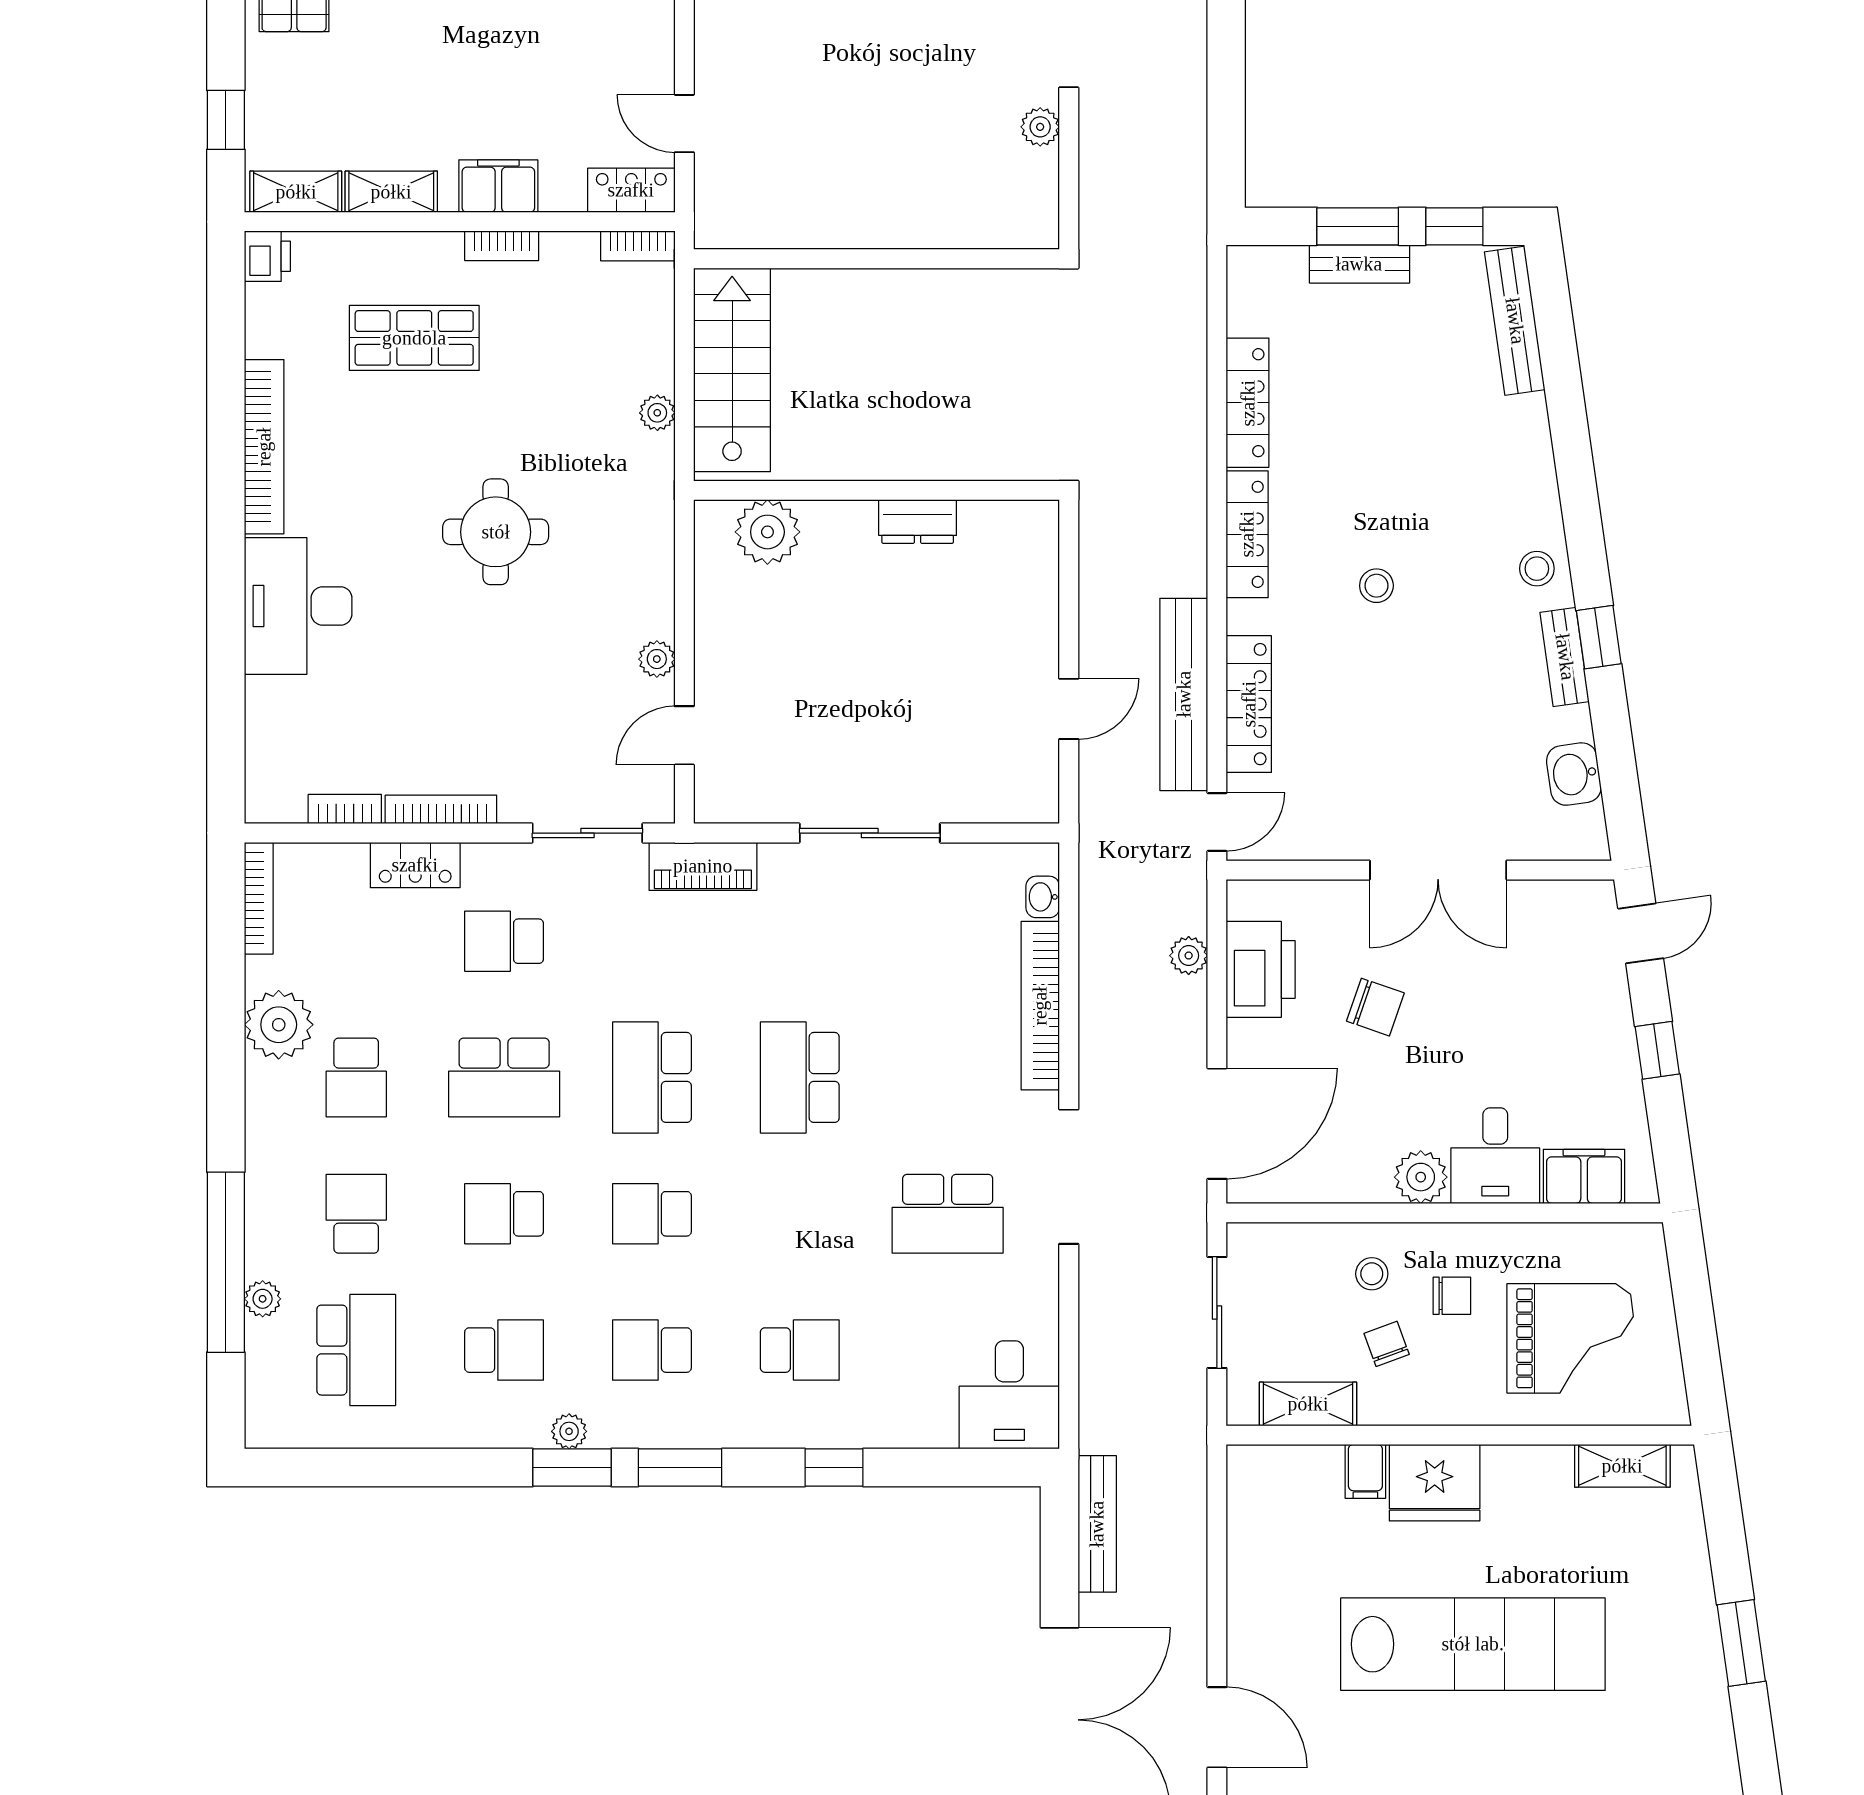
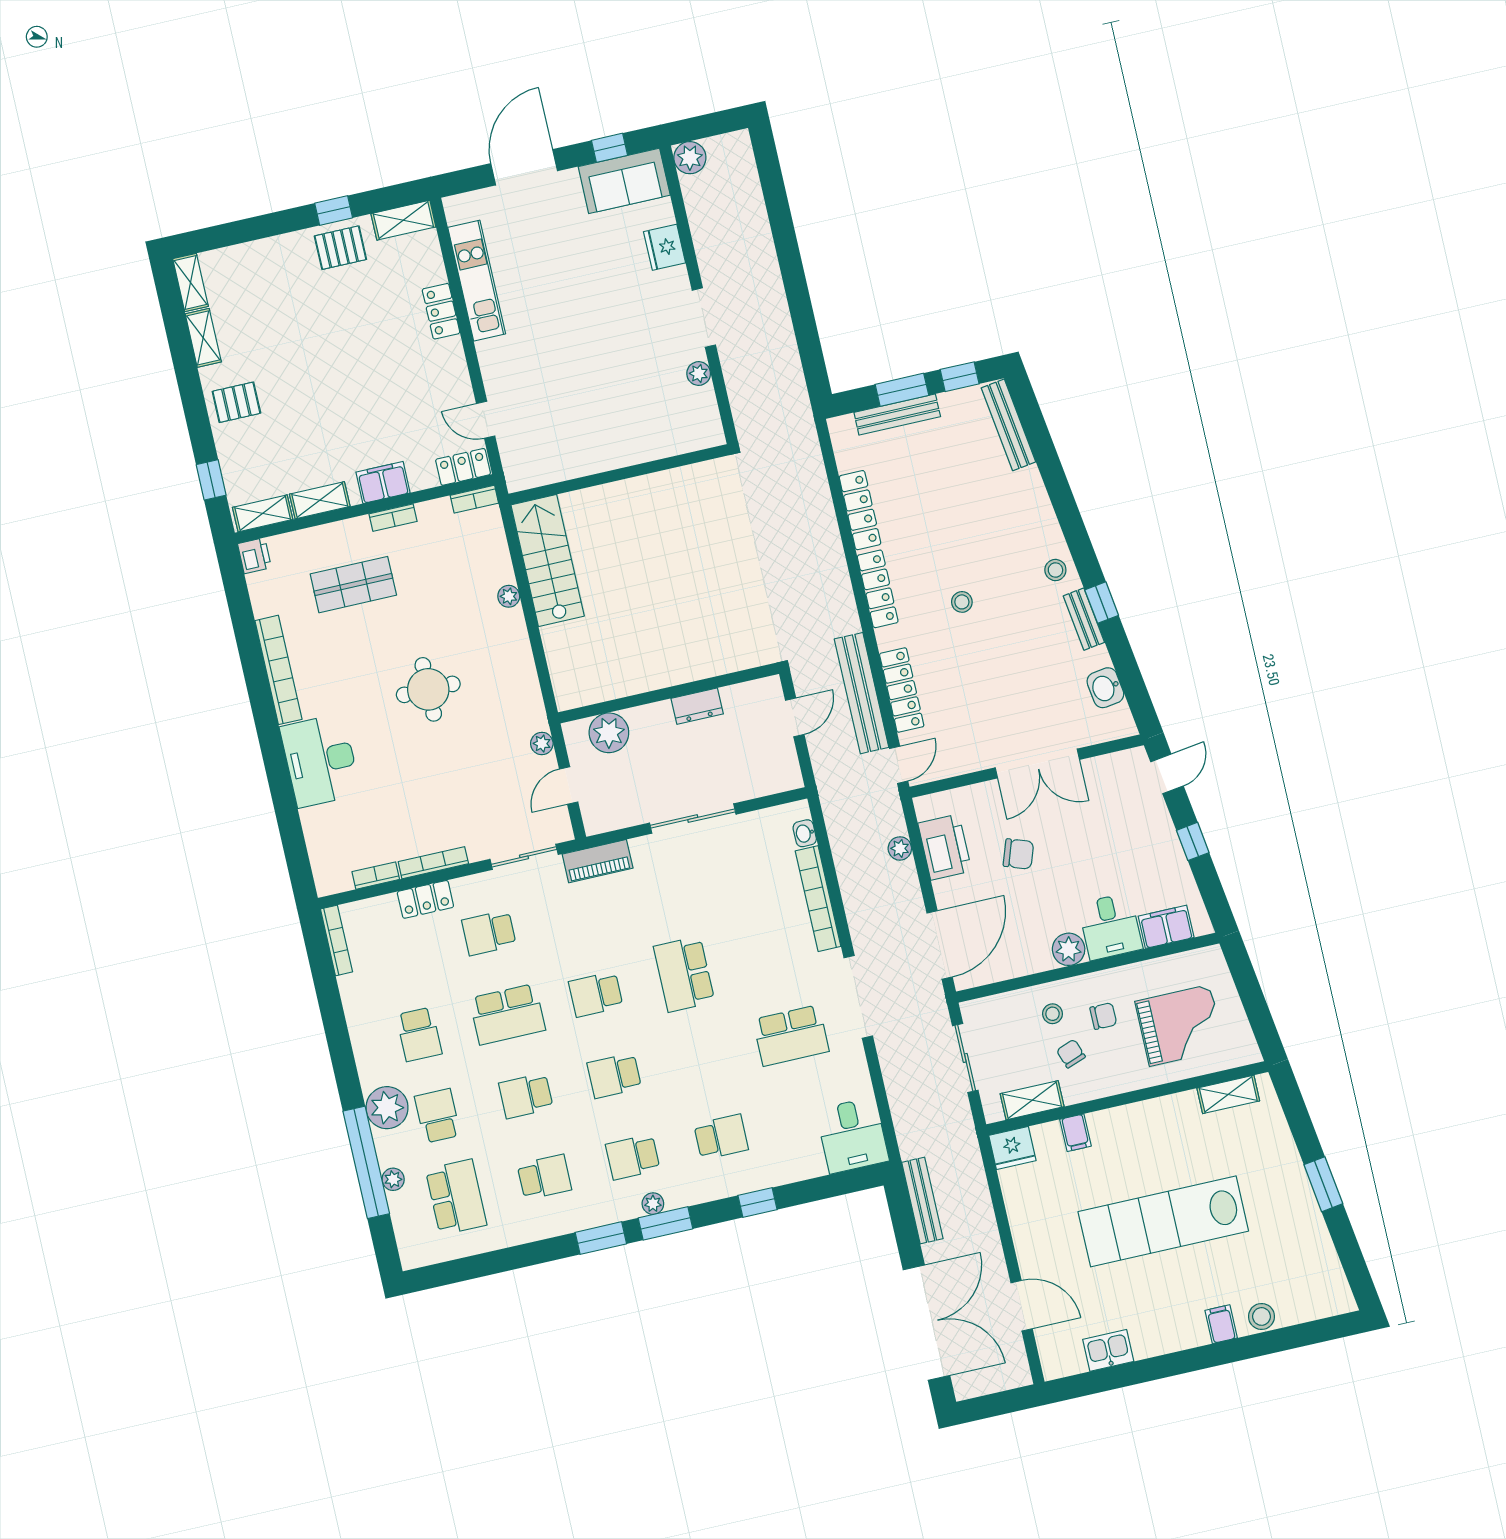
bench: (1359, 264) -> (897, 415), width x1.36
wall: (877, 490) -> (668, 693), moved
dresser: (918, 521) -> (697, 706), moved
plant: (767, 532) -> (609, 733), moved
plant: (279, 1025) -> (387, 1108), moved
school desk: (652, 1077) -> (596, 994), width x0.54
plant: (569, 1431) -> (653, 1204), moved
fridge: (1435, 1483) -> (1012, 1148), moved, width x0.73, depth x0.75
lab bench: (1473, 1644) -> (1163, 1221), turned 180

